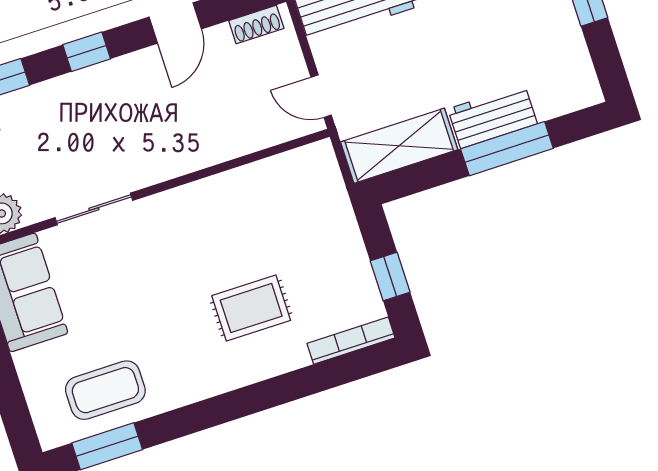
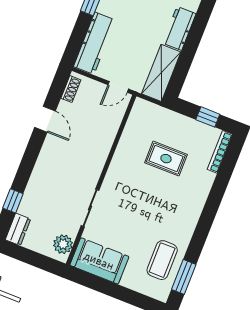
window: (87, 52) -> (28, 162), removed
window: (507, 149) -> (196, 33), removed
rug: (251, 308) -> (166, 159), moved, turned 90

